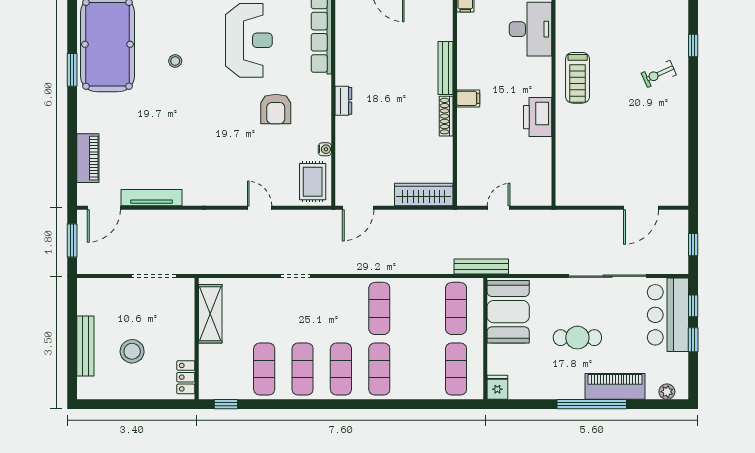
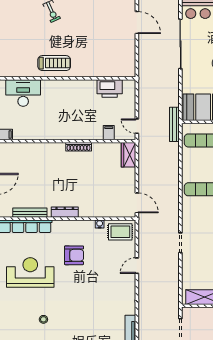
bench: (446, 68) -> (30, 213), moved
filing cabinet: (468, 98) -> (109, 133), moved
dresser: (343, 101) -> (65, 212), width x1.44
printer: (538, 117) -> (110, 88), moved
wardrobe: (424, 195) -> (129, 155), width x0.67
door: (499, 208) -> (137, 126), moved

